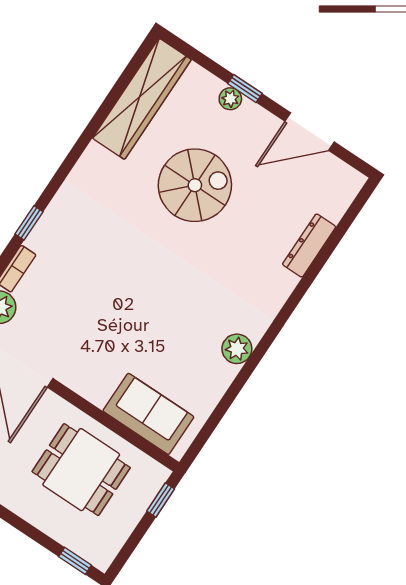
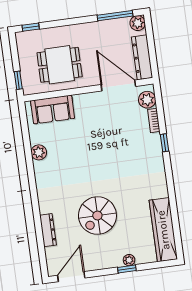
door: (310, 132) -> (71, 277), moved
spiral stairs: (195, 185) -> (97, 216), moved
plant: (237, 349) -> (39, 152), moved

